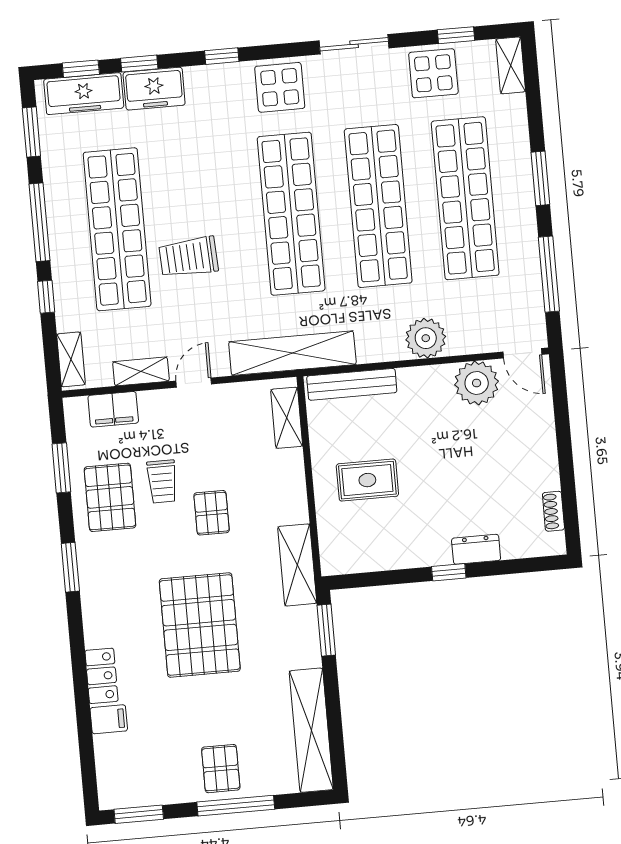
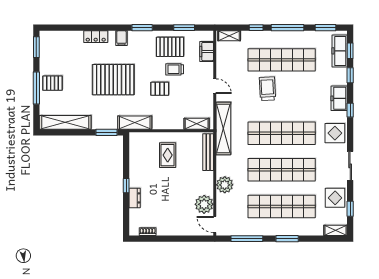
freezer: (154, 89) -> (339, 98), moved
door: (522, 353) -> (215, 225), hinge flipped
shelving: (141, 371) -> (221, 65), removed
filing cabinet: (109, 719) -> (121, 38), moved

